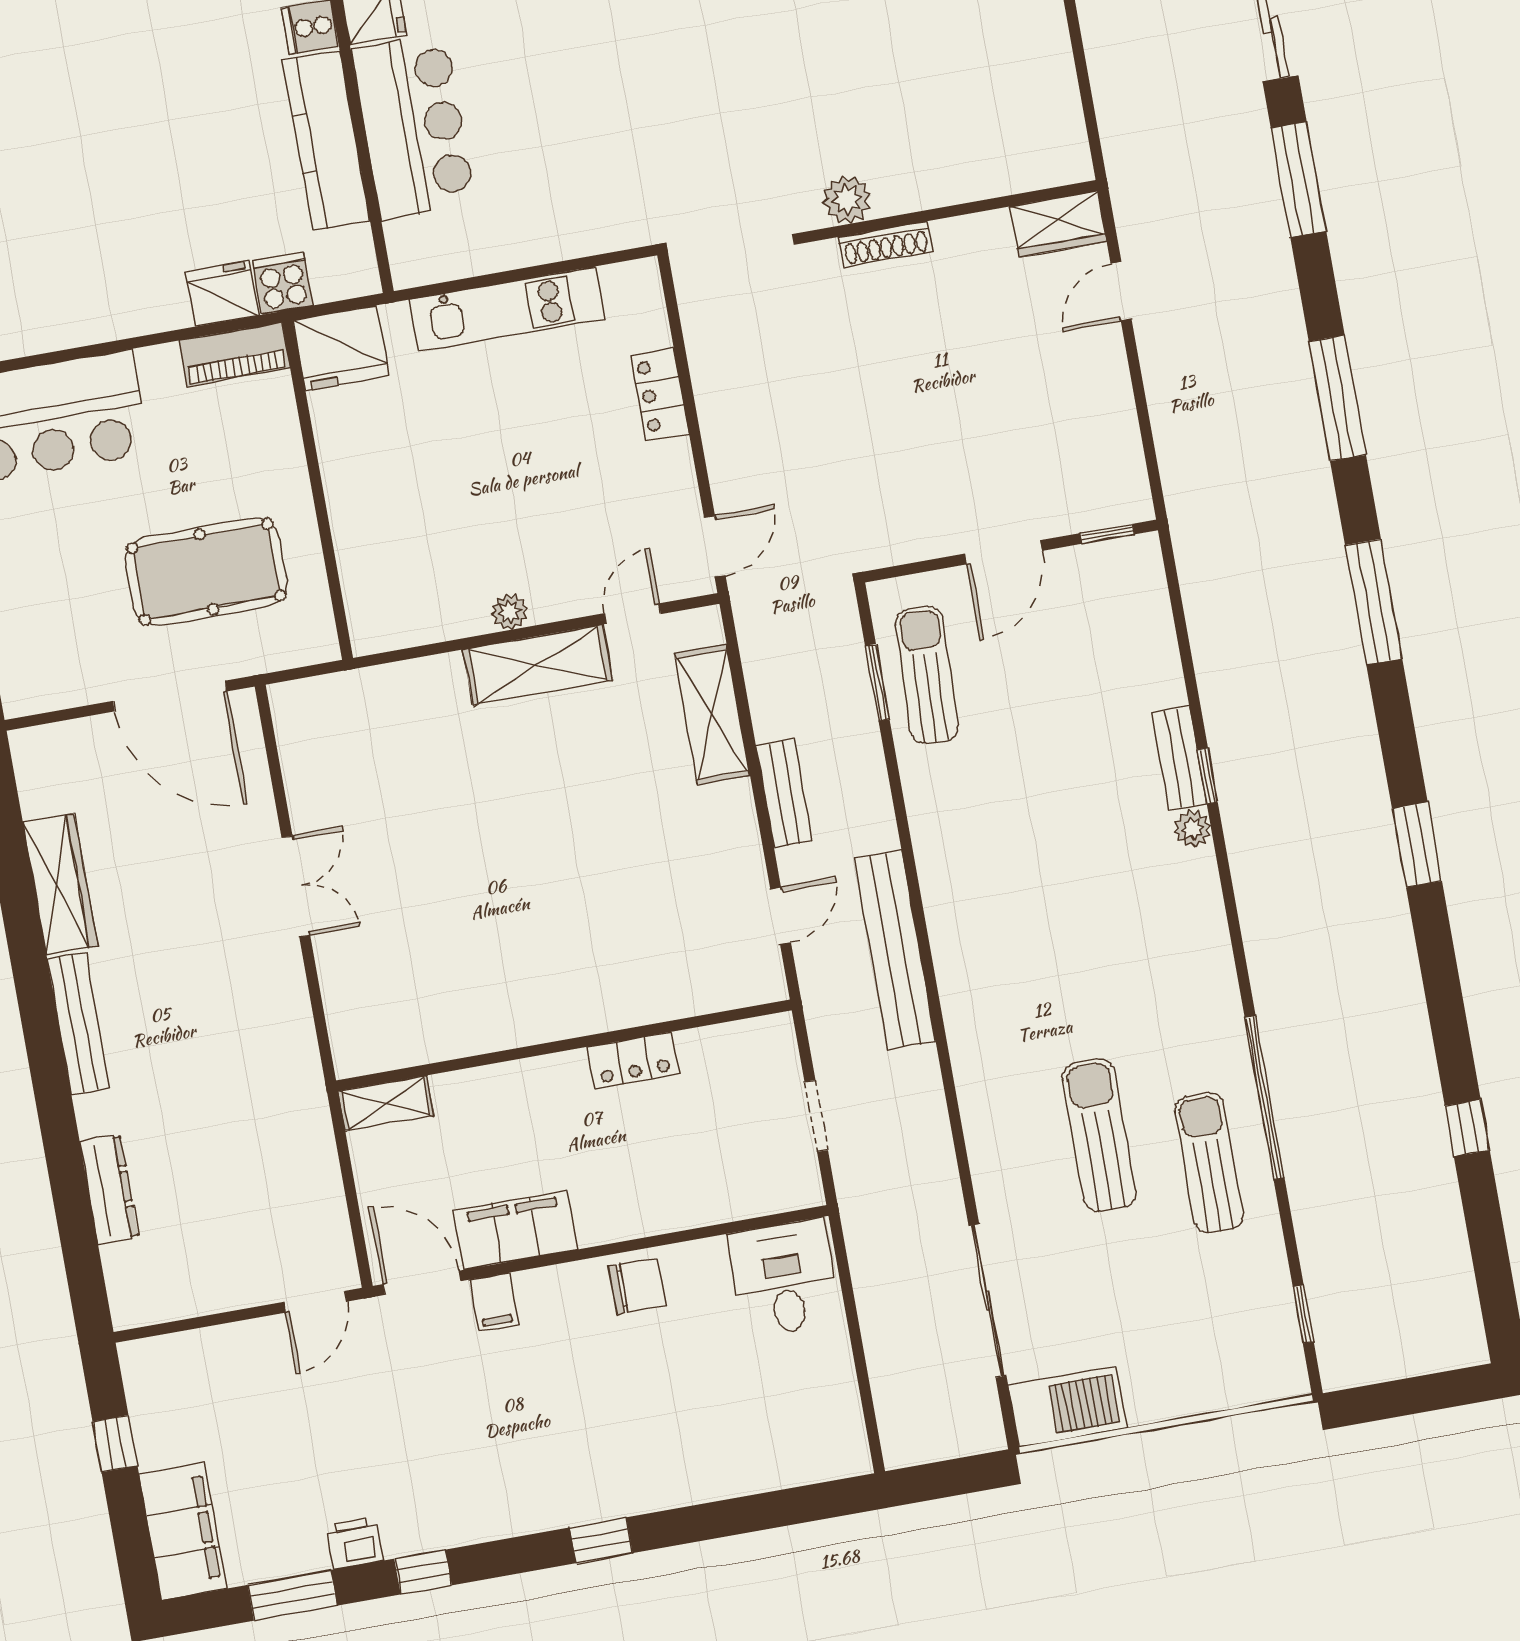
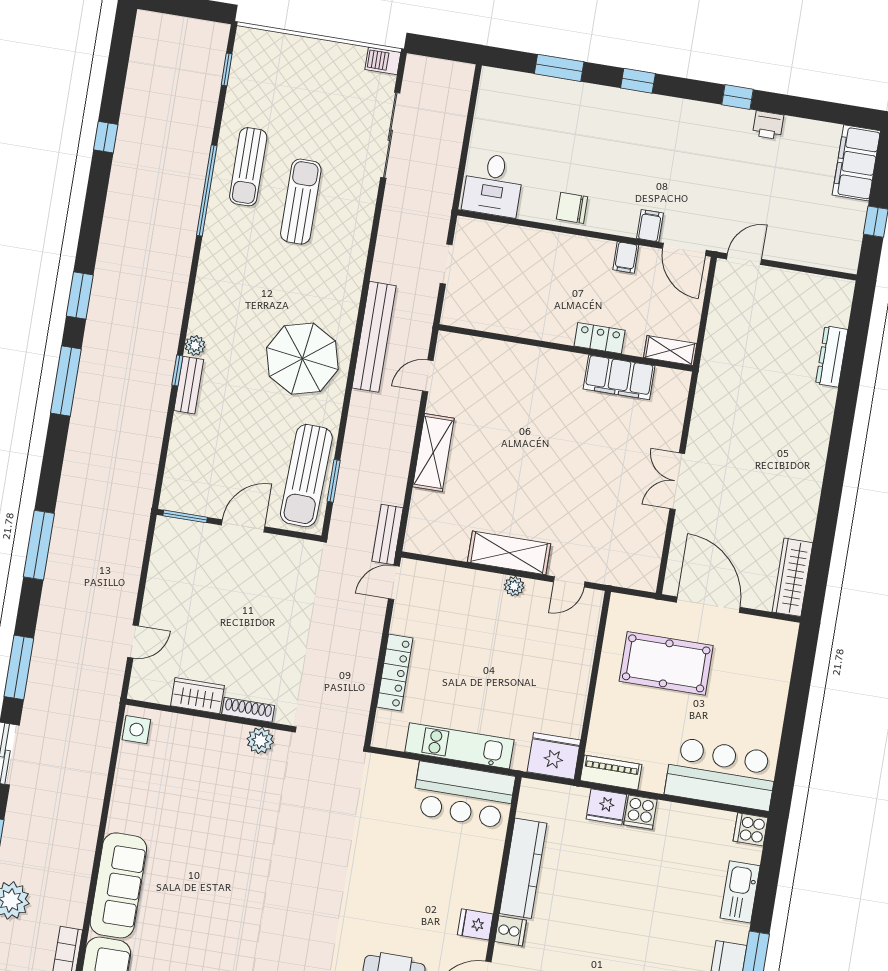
bar counter: (413, 126) -> (463, 795), moved, turned -90
side table: (1063, 144) -> (136, 730), added
wardrobe: (1058, 224) -> (197, 696), moved
cooker: (283, 283) -> (640, 812), moved
locker: (660, 395) -> (395, 673), width x1.53
window: (1107, 534) -> (185, 516), width x1.50
window: (1374, 602) -> (66, 381), moved
door: (633, 614) -> (569, 582), moved
sun lounger: (927, 675) -> (306, 476), width x1.36, depth x1.34
shelving: (712, 714) -> (433, 452), moved
bench: (784, 793) -> (388, 534), moved
parasol: (1003, 870) -> (302, 359), added
wardrobe: (60, 884) -> (792, 577), moved
bench: (78, 1024) -> (817, 449), removed
filing cabinet: (456, 1027) -> (619, 377), added
locker: (633, 1060) -> (600, 338), moved
sun lounger: (1099, 1135) -> (301, 202), turned 180
filing cabinet: (516, 1230) -> (626, 257), width x0.33, depth x0.86
barbecue: (1068, 1407) -> (383, 61), width x0.53, depth x0.65
window: (292, 1595) -> (559, 68), moved

